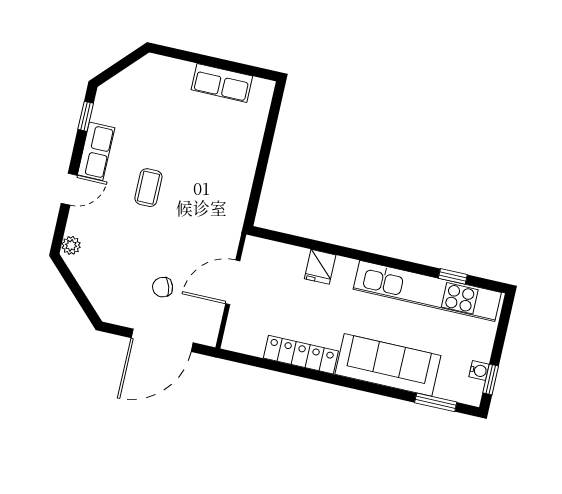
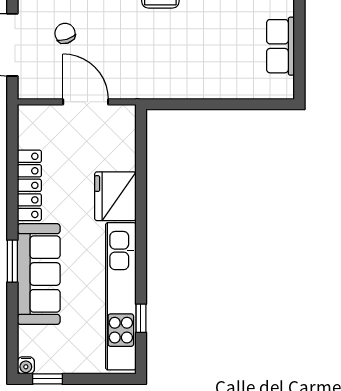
fridge: (320, 267) -> (115, 196), width x1.88, depth x1.34
water cooler: (479, 371) -> (26, 365), moved
window: (436, 402) -> (12, 261), moved

